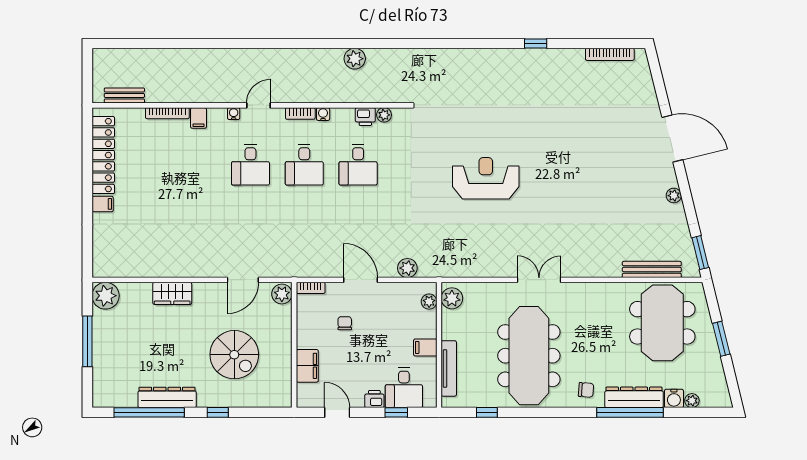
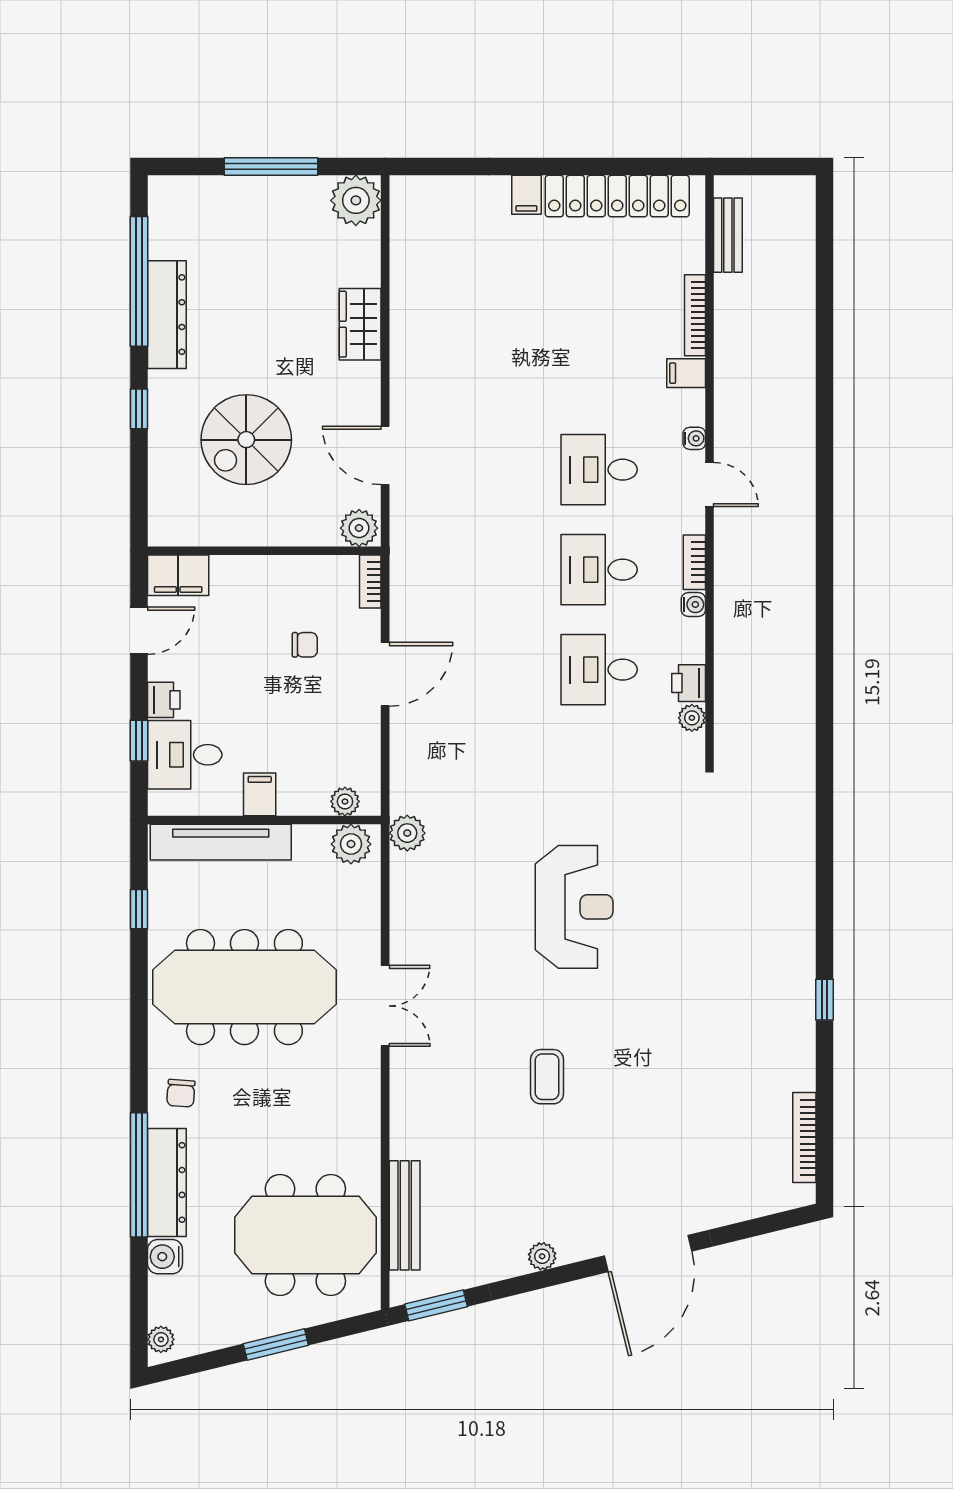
plant: (355, 59) -> (796, 663), removed
coffee table: (577, 193) -> (547, 1077), added
plant: (407, 268) -> (407, 833), moved
filing cabinet: (307, 366) -> (178, 575), moved
tv unit: (449, 368) -> (221, 842), width x1.36, depth x1.29
plant: (692, 401) -> (161, 1339), moved

